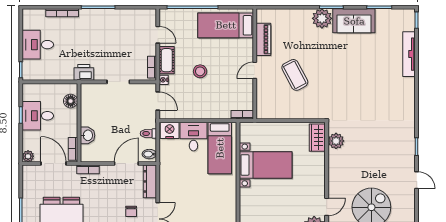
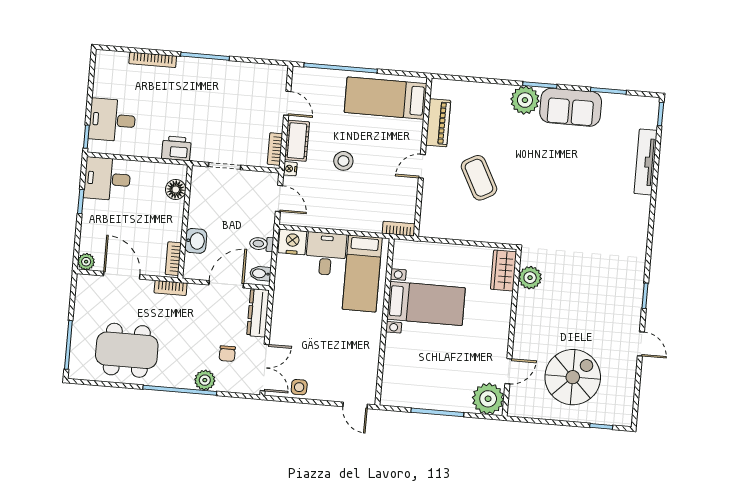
desk: (38, 45) -> (112, 120), moved
floor lamp: (71, 101) -> (176, 190), moved
desk: (38, 116) -> (107, 179), moved
wall: (79, 123) -> (185, 222), moved
washbasin: (87, 135) -> (196, 241), moved
bookcase: (73, 149) -> (173, 259), moved

